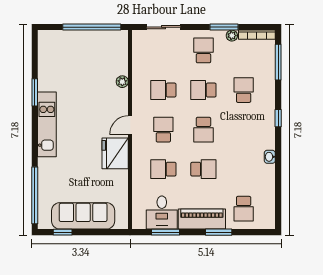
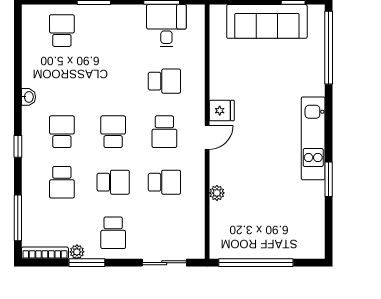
fridge: (115, 153) -> (222, 111), width x0.53, depth x0.75
school desk: (203, 169) -> (62, 132), moved, turned 90
piano: (202, 219) -> (115, 17), removed

